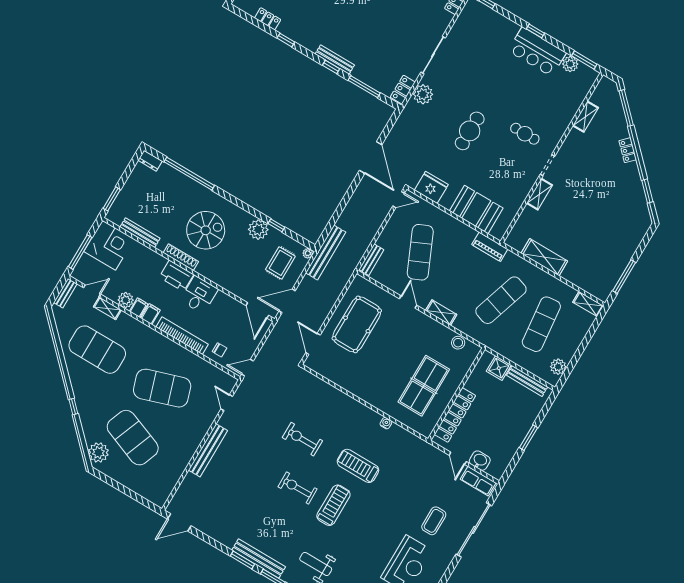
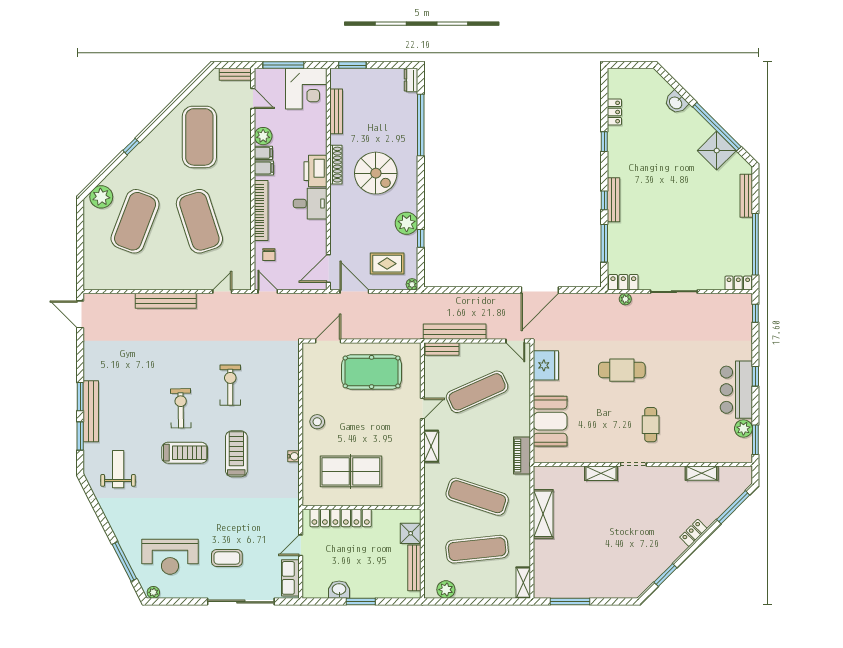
plant: (423, 94) -> (625, 299), width x0.53, depth x0.53
bench: (326, 252) -> (455, 332), moved
shelving: (107, 308) -> (245, 123), removed
stool: (458, 343) -> (317, 422), moved
washbasin: (480, 461) -> (339, 590), moved, turned -90

